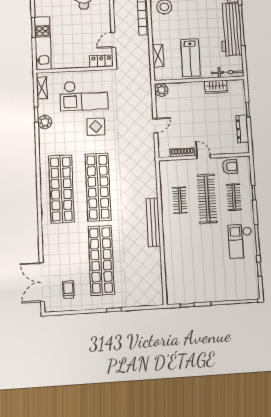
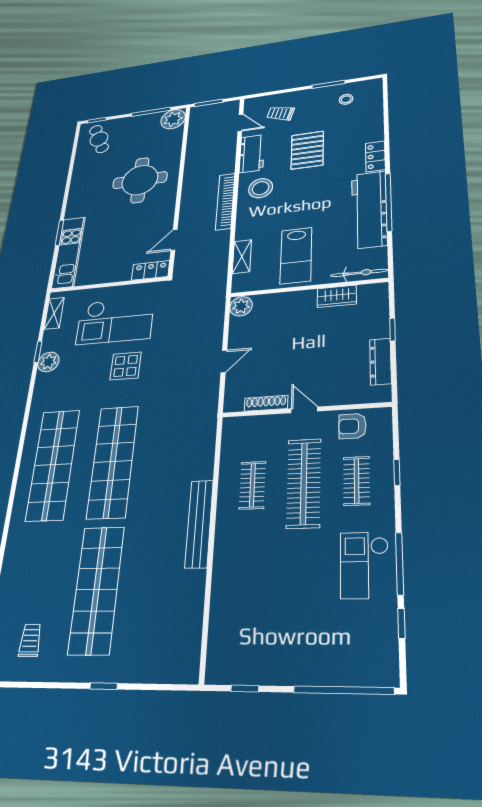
armchair: (230, 167) -> (352, 426), turned 180

